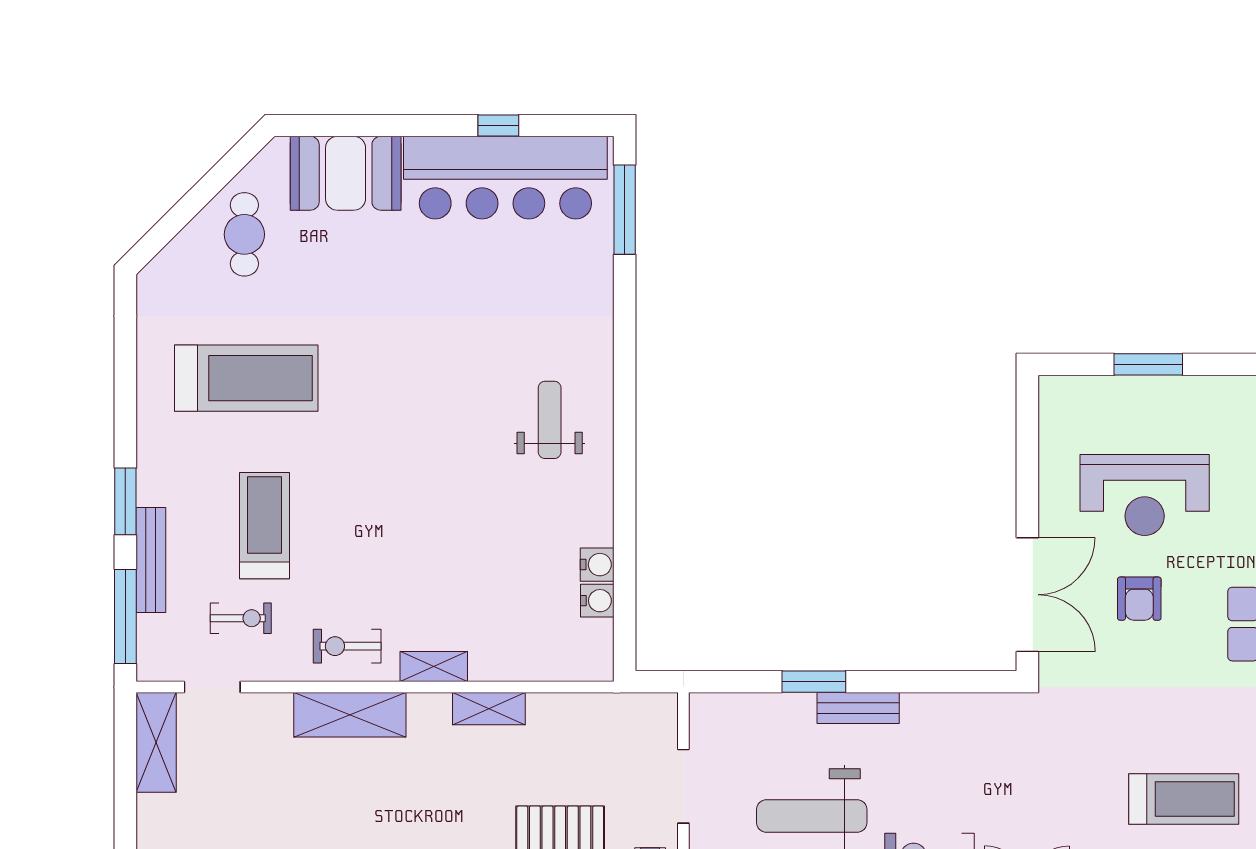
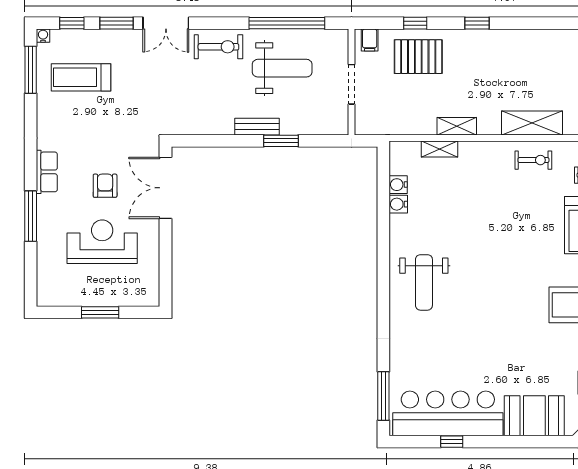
weight bench: (550, 420) -> (424, 282), width x1.36, depth x1.33
shelving: (434, 667) -> (440, 149), moved

